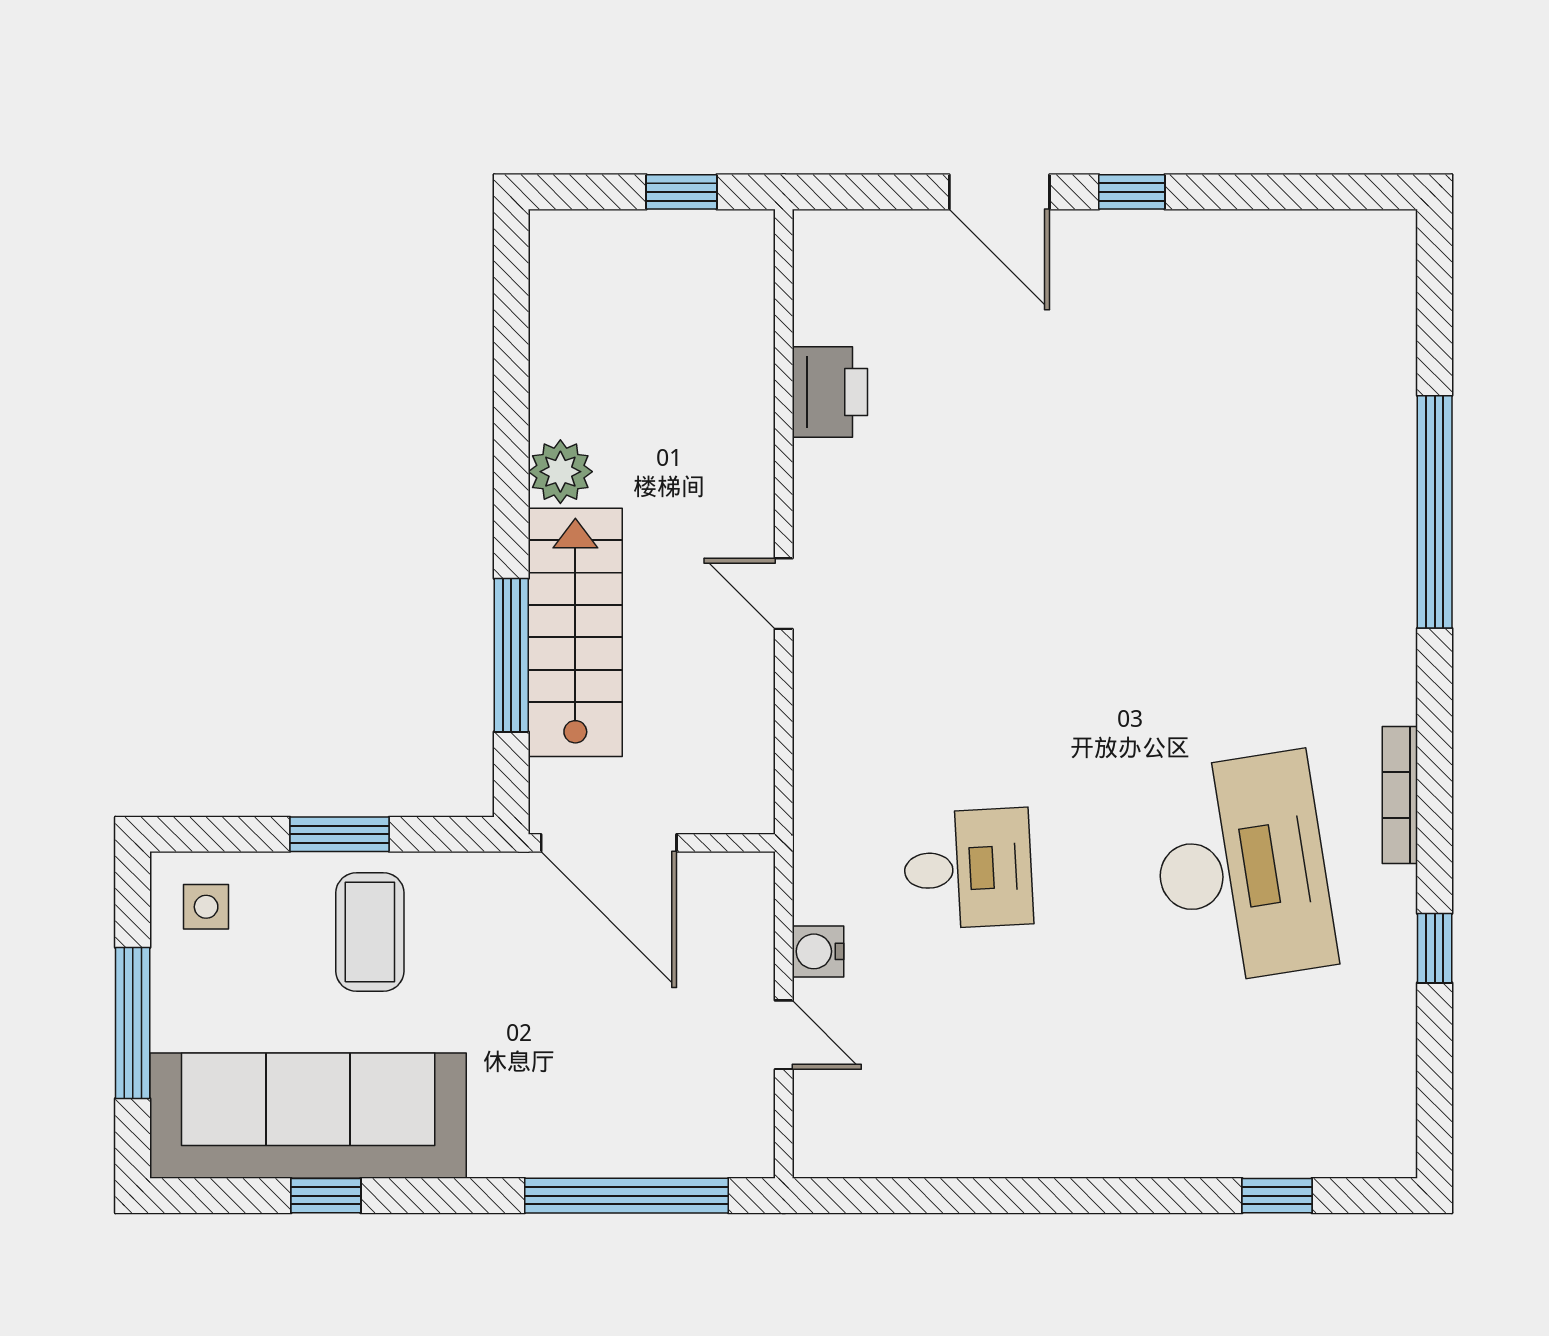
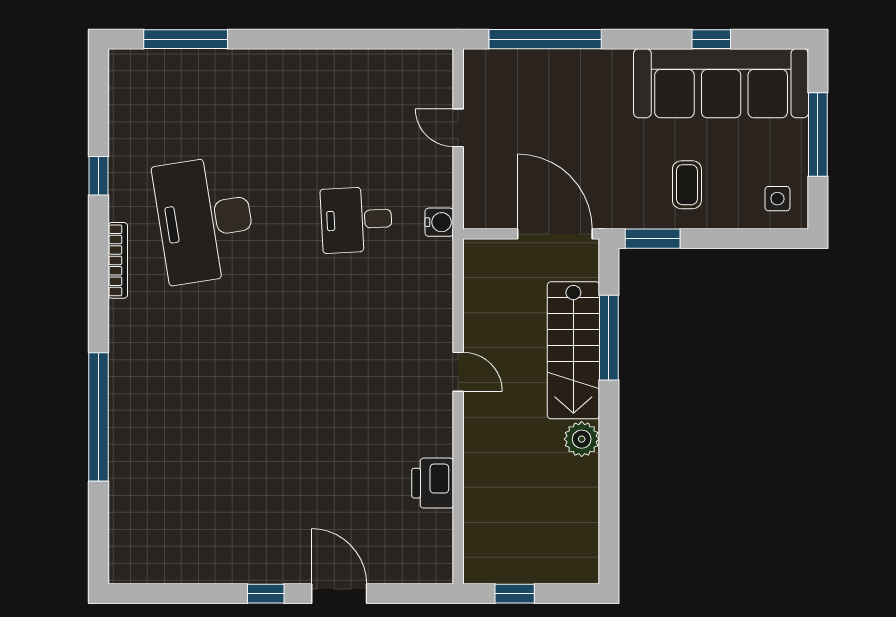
window: (340, 834) -> (653, 239), moved
coffee table: (370, 932) -> (687, 185), width x0.73, depth x0.77
water cooler: (818, 951) -> (439, 222), moved
window: (1277, 1196) -> (186, 39), width x2.17

